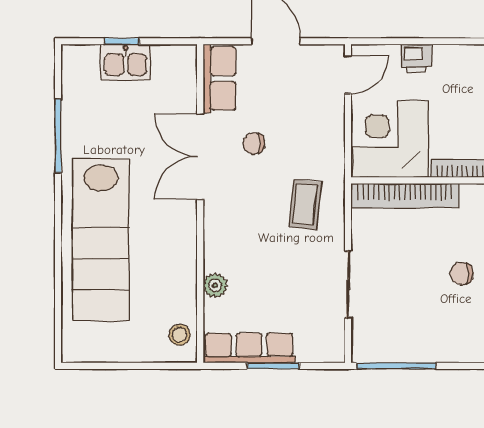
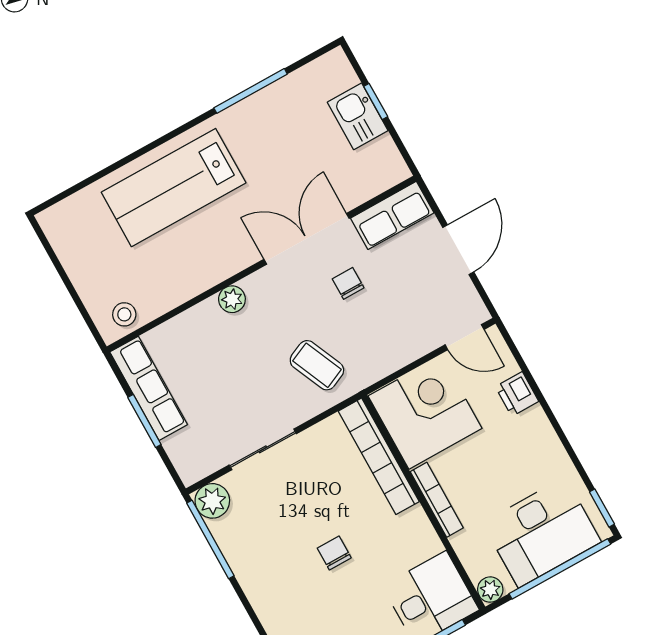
coffee table: (305, 204) -> (317, 365), turned 60
lab bench: (101, 240) -> (174, 188), width x0.73
plant: (215, 285) -> (232, 299), moved
plant: (367, 347) -> (212, 501), added

